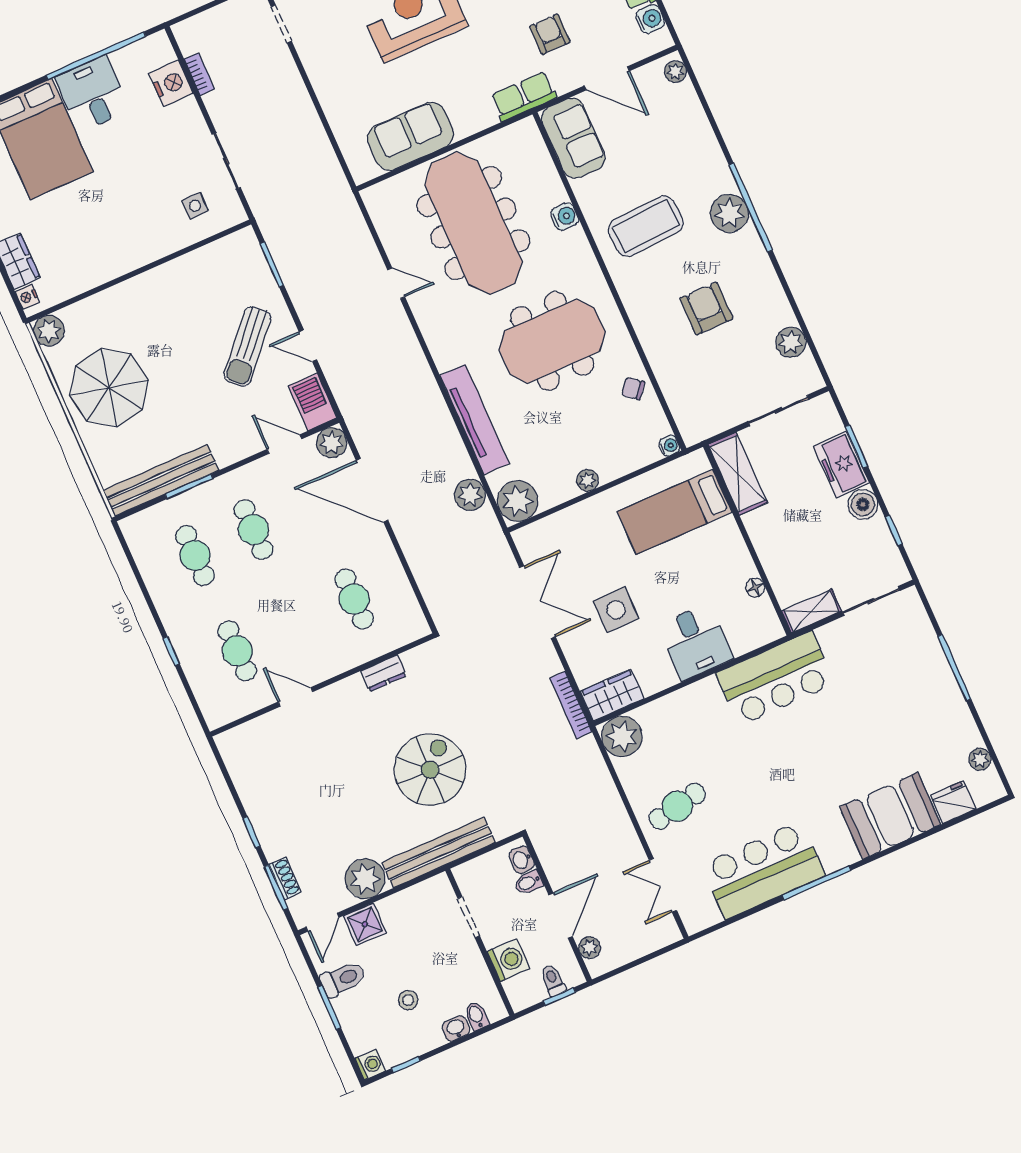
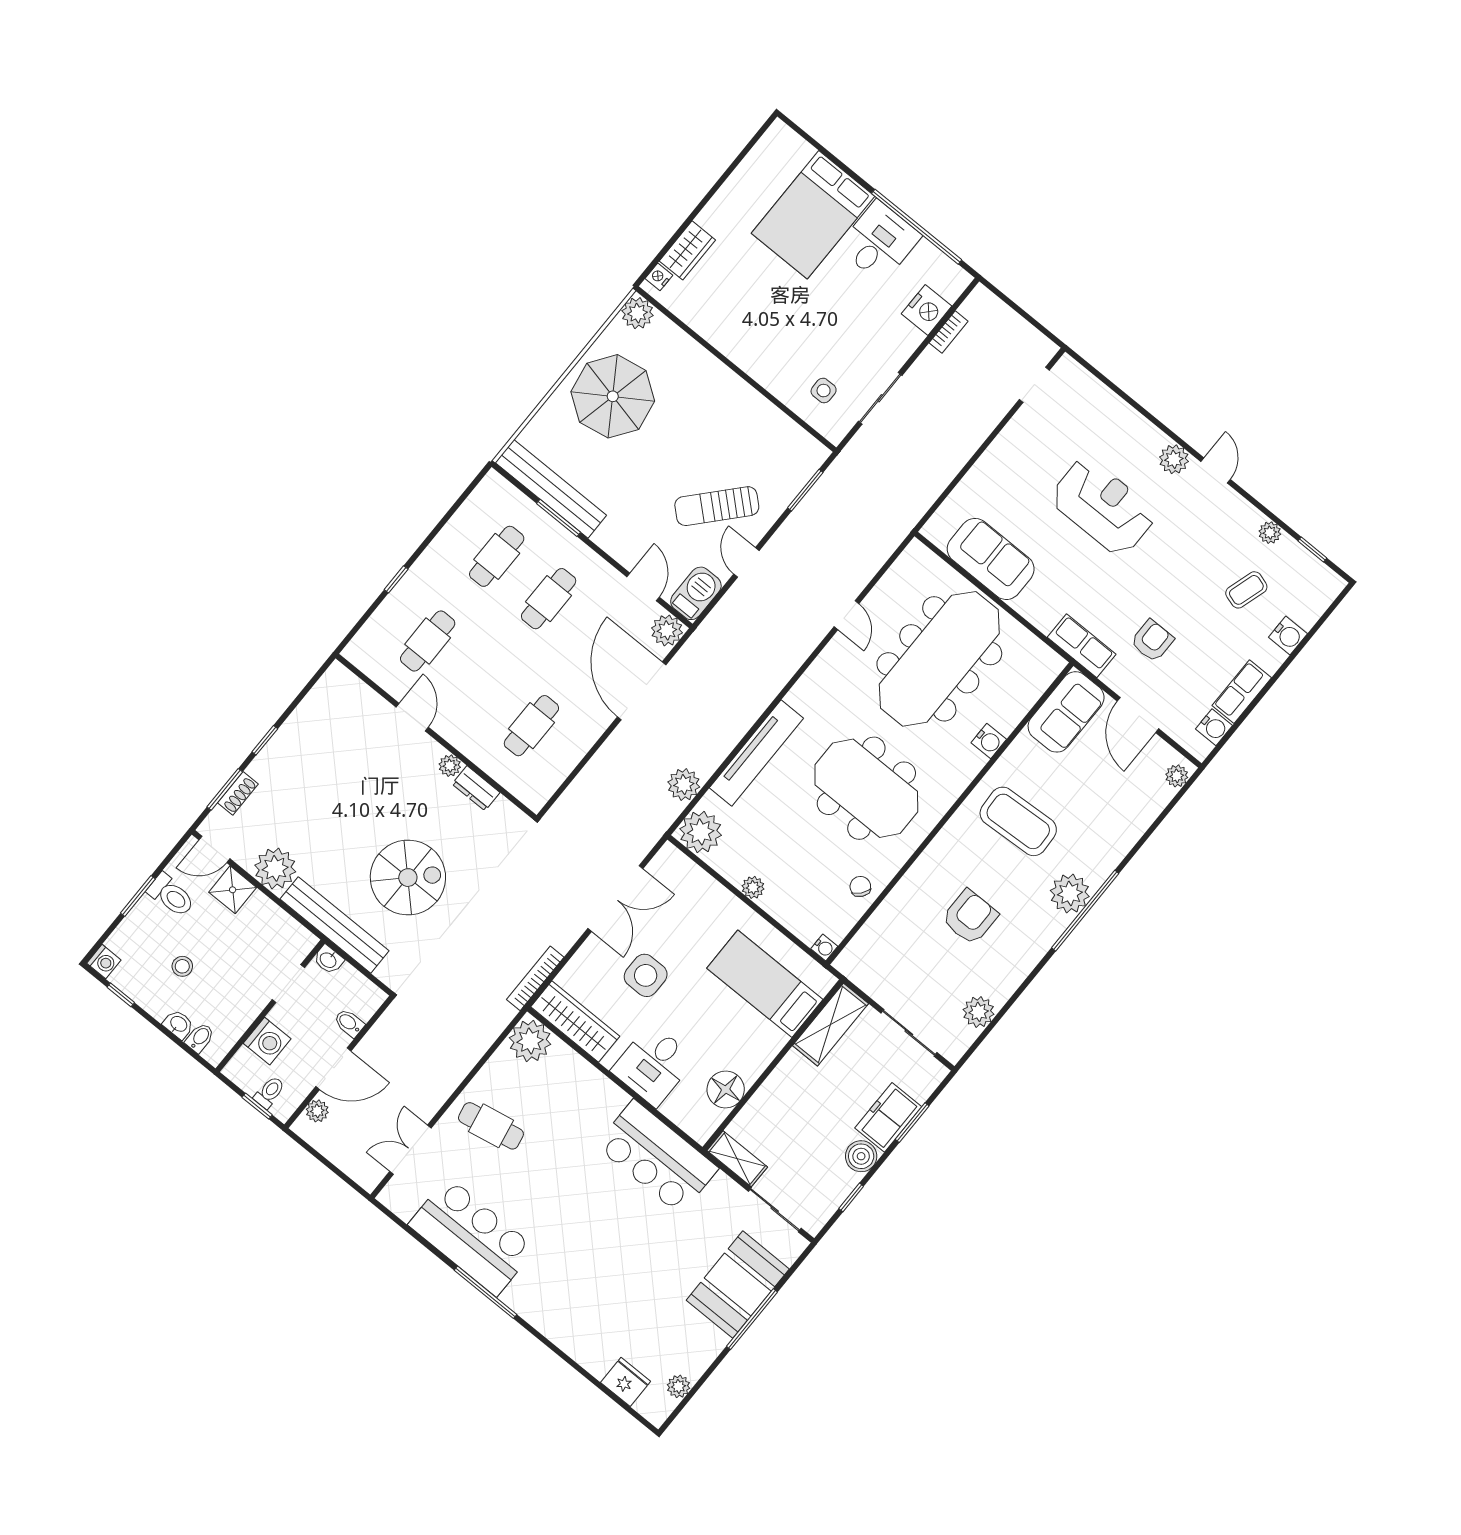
floor lamp: (755, 588) -> (726, 1089), width x1.89, depth x1.89
plant: (353, 686) -> (450, 766), added
wardrobe: (612, 695) -> (575, 1022), width x1.50
booth: (890, 816) -> (738, 1285), moved, turned 90
washbasin: (522, 860) -> (328, 960), moved, turned -90

